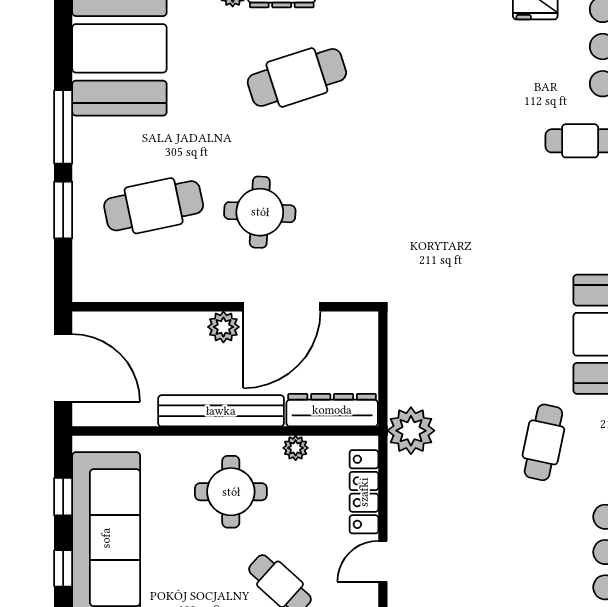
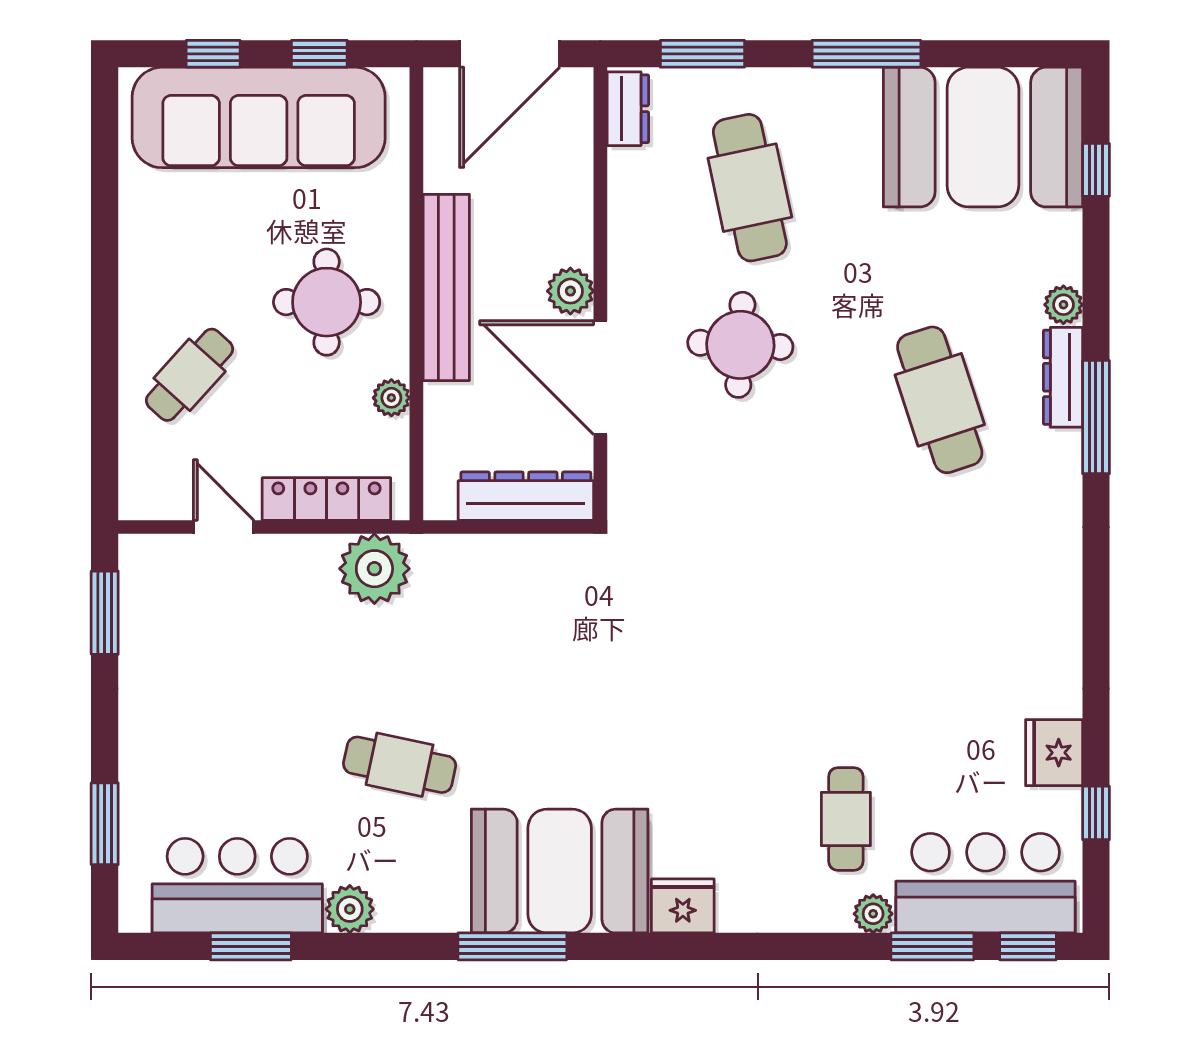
window: (63, 210) -> (702, 54), moved
dresser: (100, 288) -> (628, 109), added
dresser: (332, 410) -> (526, 496), moved, turned -90
plant: (411, 431) -> (374, 569), moved

